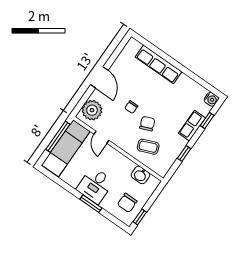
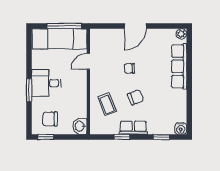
plant: (92, 110) -> (181, 34), moved, width x0.53, depth x0.53
chair: (147, 124) -> (136, 97), moved
row of seats: (192, 126) -> (133, 128), moved
washbasin: (140, 175) -> (80, 126), moved

